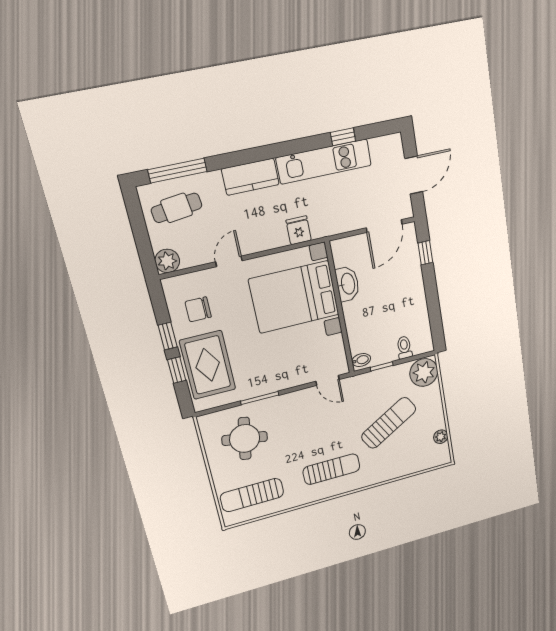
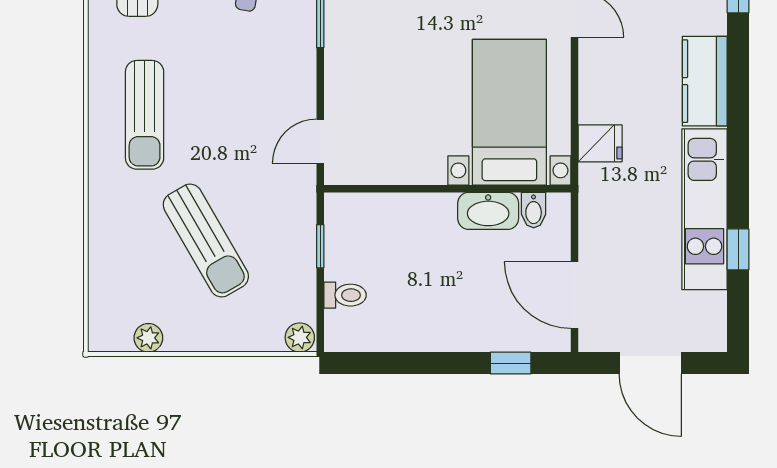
bed with nightstands: (294, 297) -> (509, 112), width x0.73
bidet: (361, 360) -> (534, 210), moved
plant: (424, 372) -> (300, 337), width x0.53, depth x0.53

